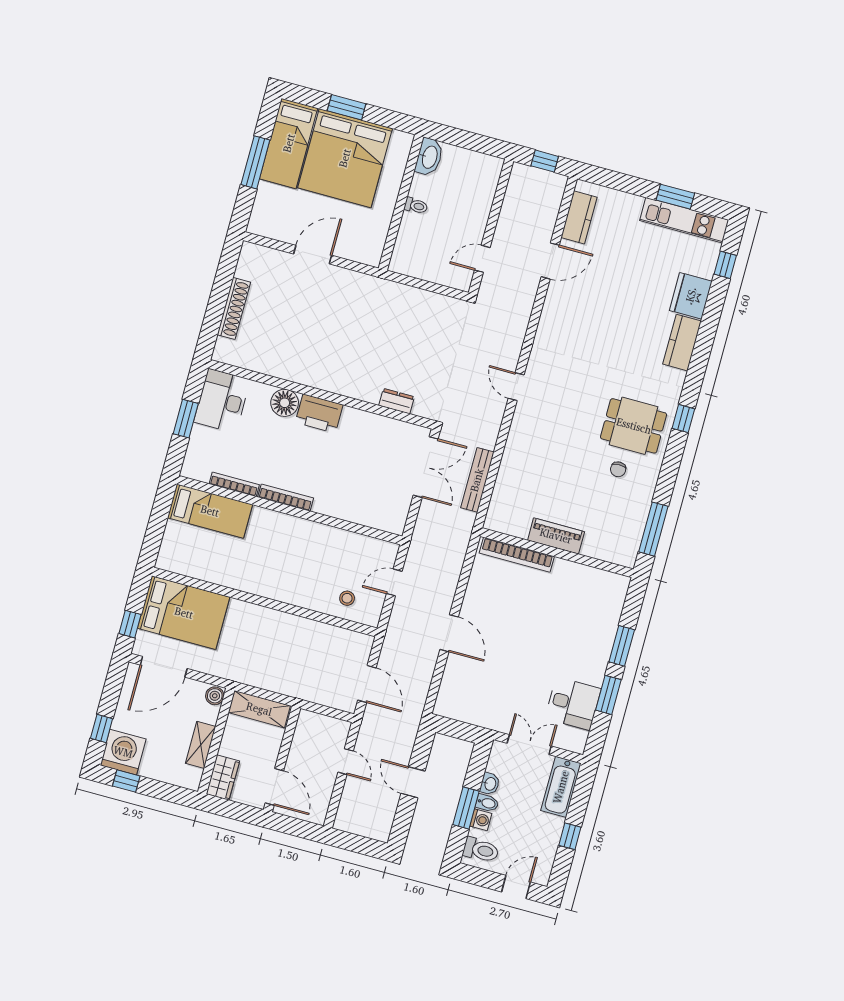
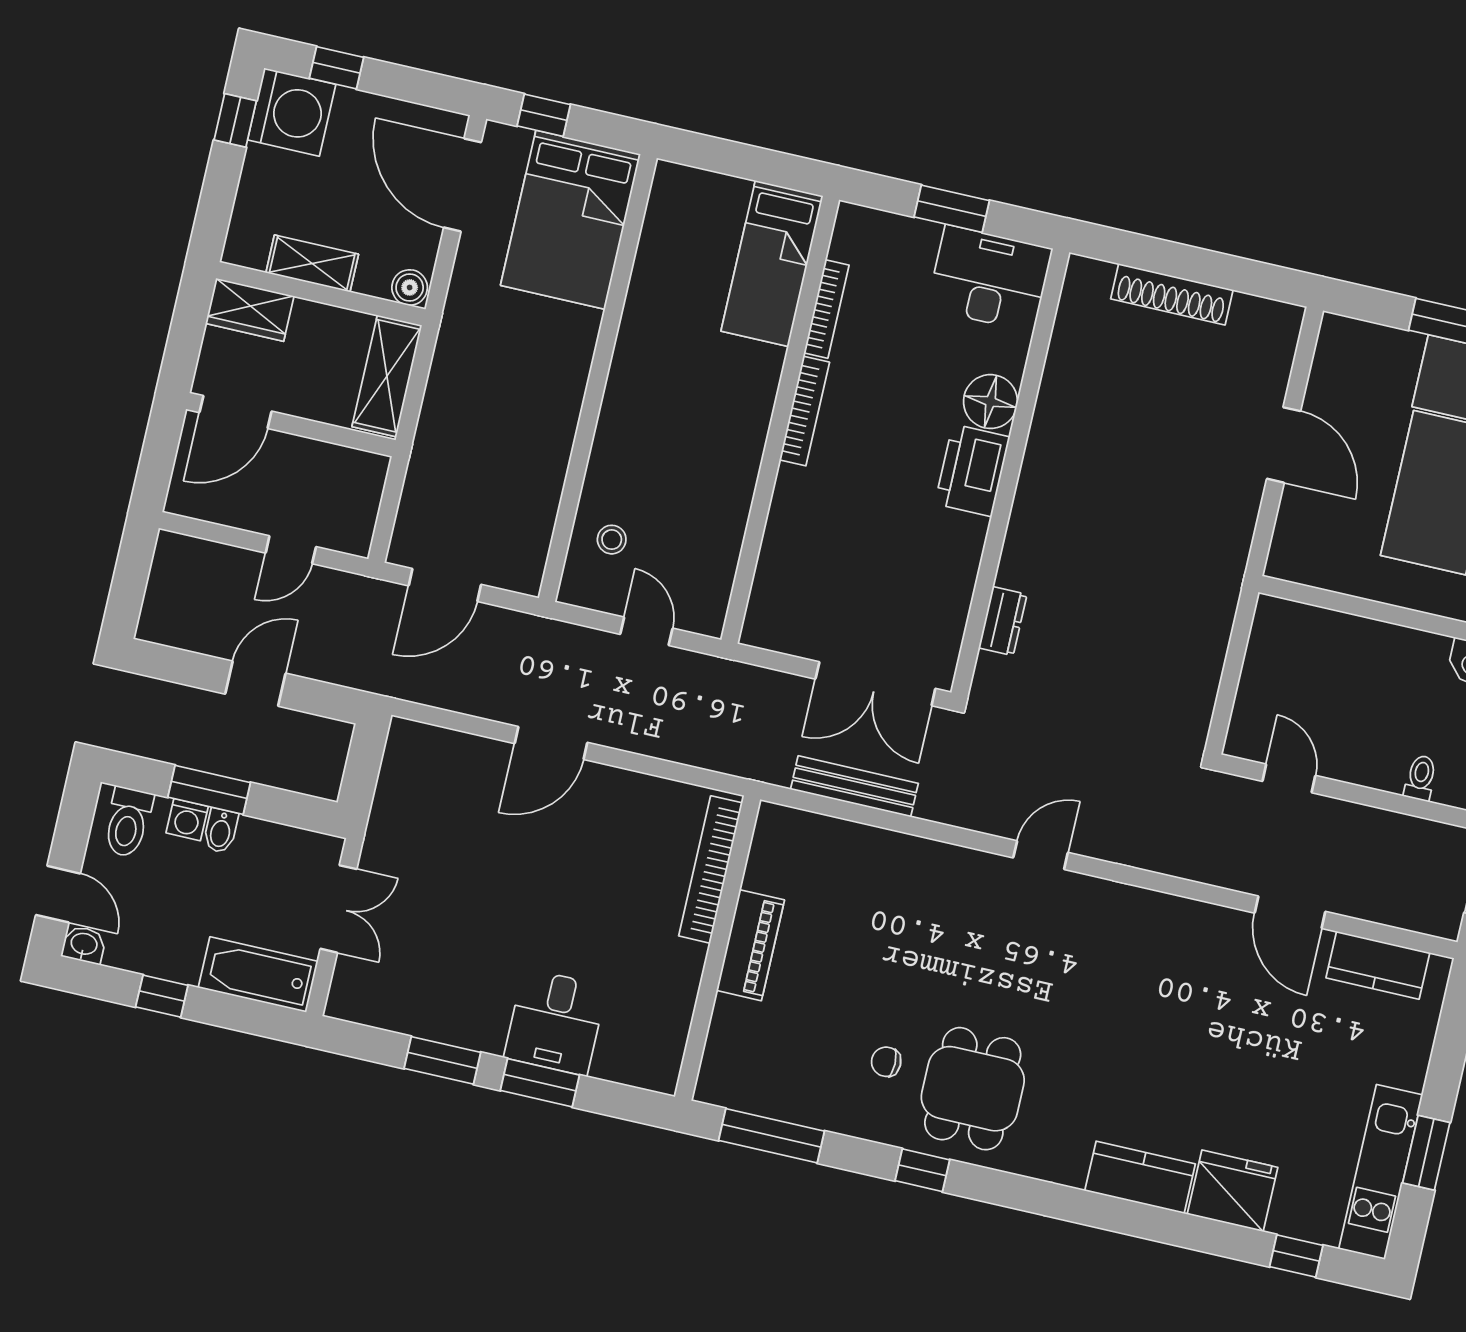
toilet: (416, 206) -> (1421, 778), moved, turned 180
window: (683, 419) -> (922, 1170), moved
desk: (573, 704) -> (555, 1022), moved
washbasin: (490, 784) -> (84, 945), moved, turned 180

